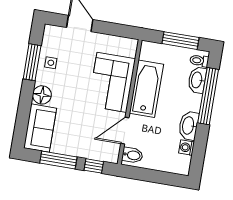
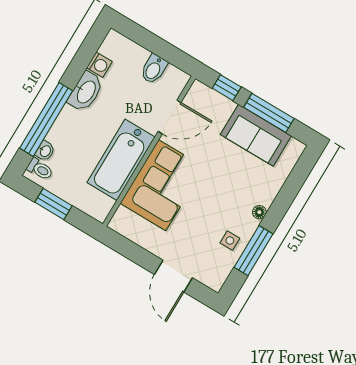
window: (181, 41) -> (54, 204), width x0.69
washbasin: (197, 80) -> (45, 151), width x0.52, depth x0.69
floor lamp: (42, 95) -> (259, 212), width x0.53, depth x0.53
sofa: (40, 128) -> (256, 135), moved, turned -90
bidet: (132, 155) -> (154, 69), moved, turned -90

